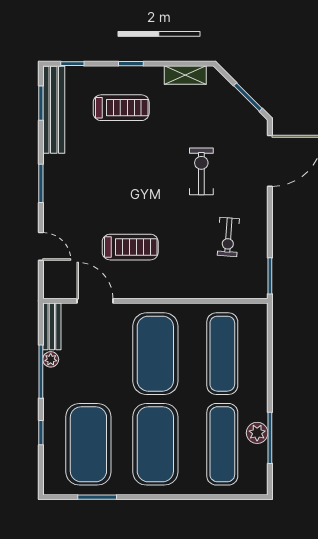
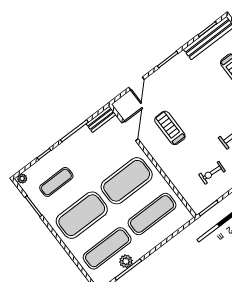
treadmill: (130, 247) -> (170, 128), turned 180
plant: (51, 359) -> (22, 179), moved
exercise mat: (88, 444) -> (56, 182), width x0.50, depth x0.69

